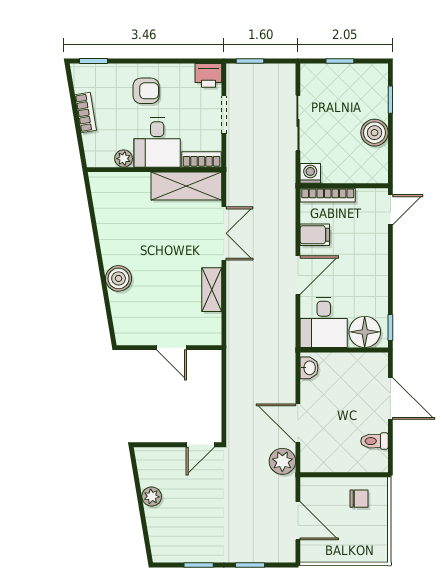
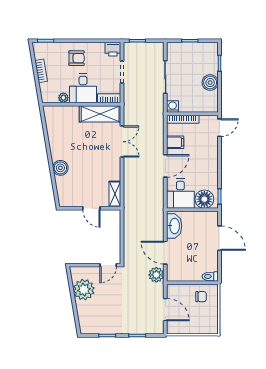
shelving: (212, 290) -> (115, 194), moved
washbasin: (309, 368) -> (174, 226), width x1.91, depth x1.45
toilet: (374, 441) -> (210, 276), moved
plant: (152, 497) -> (84, 290), width x1.88, depth x1.88

